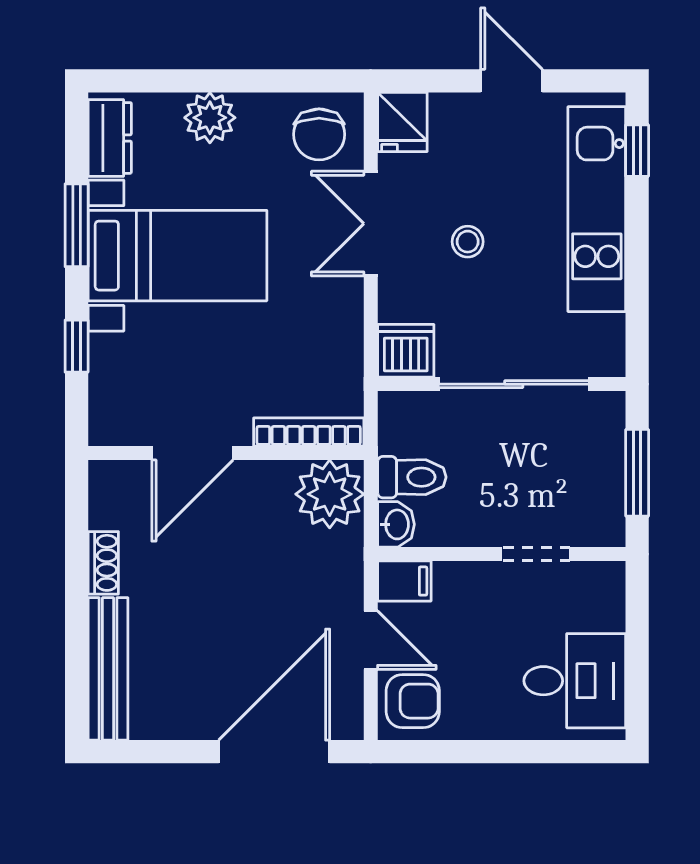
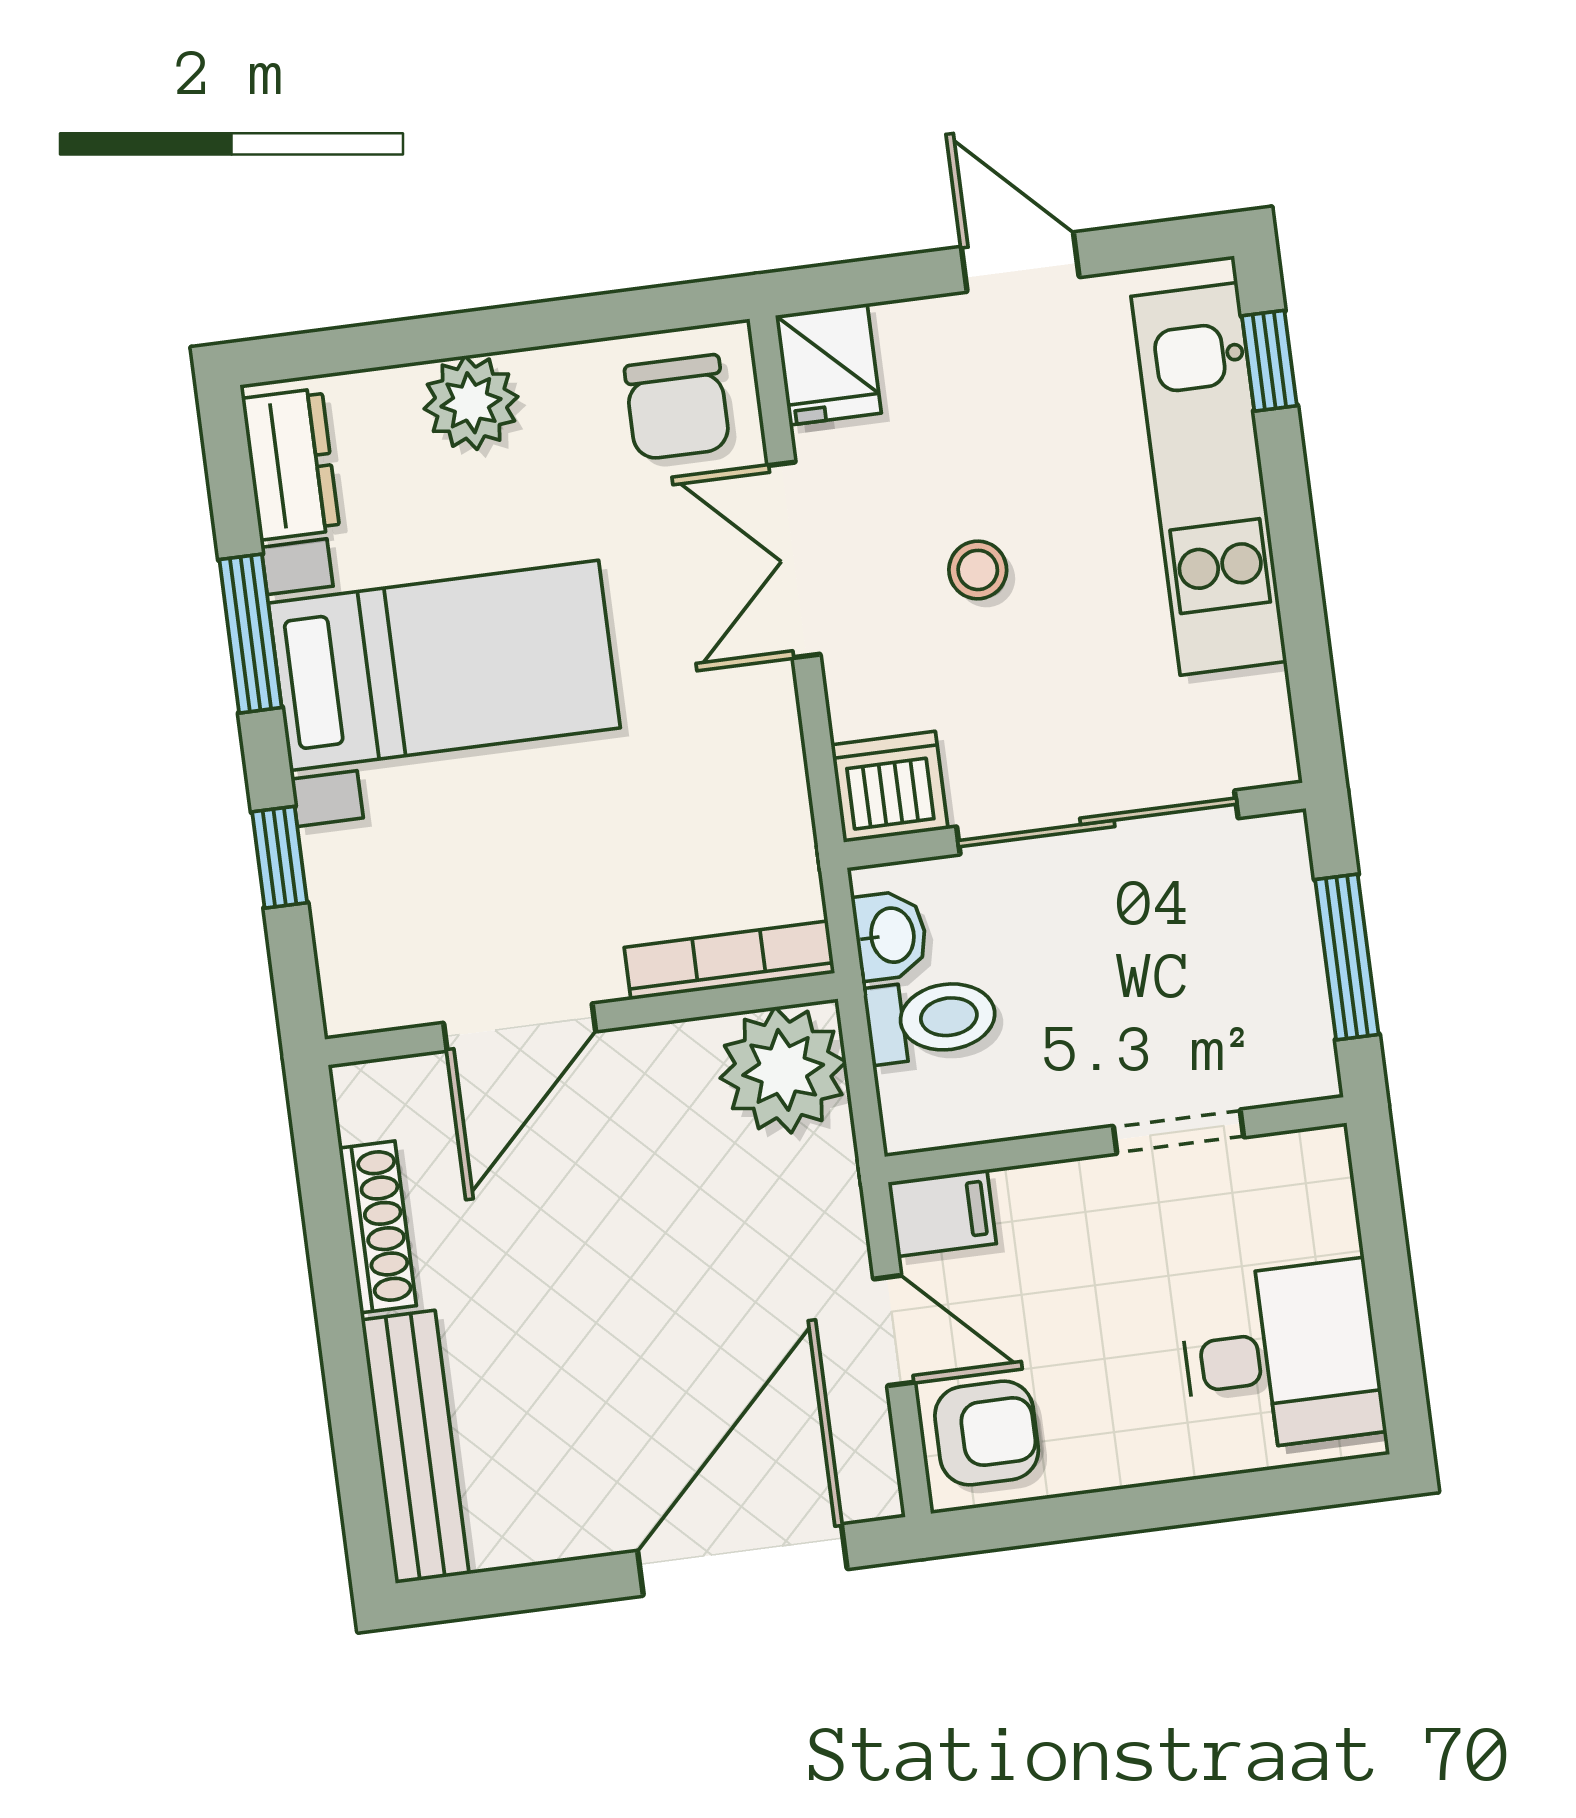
washbasin: (396, 524) -> (890, 935), moved
shoe rack: (103, 563) -> (378, 1227), width x1.43

